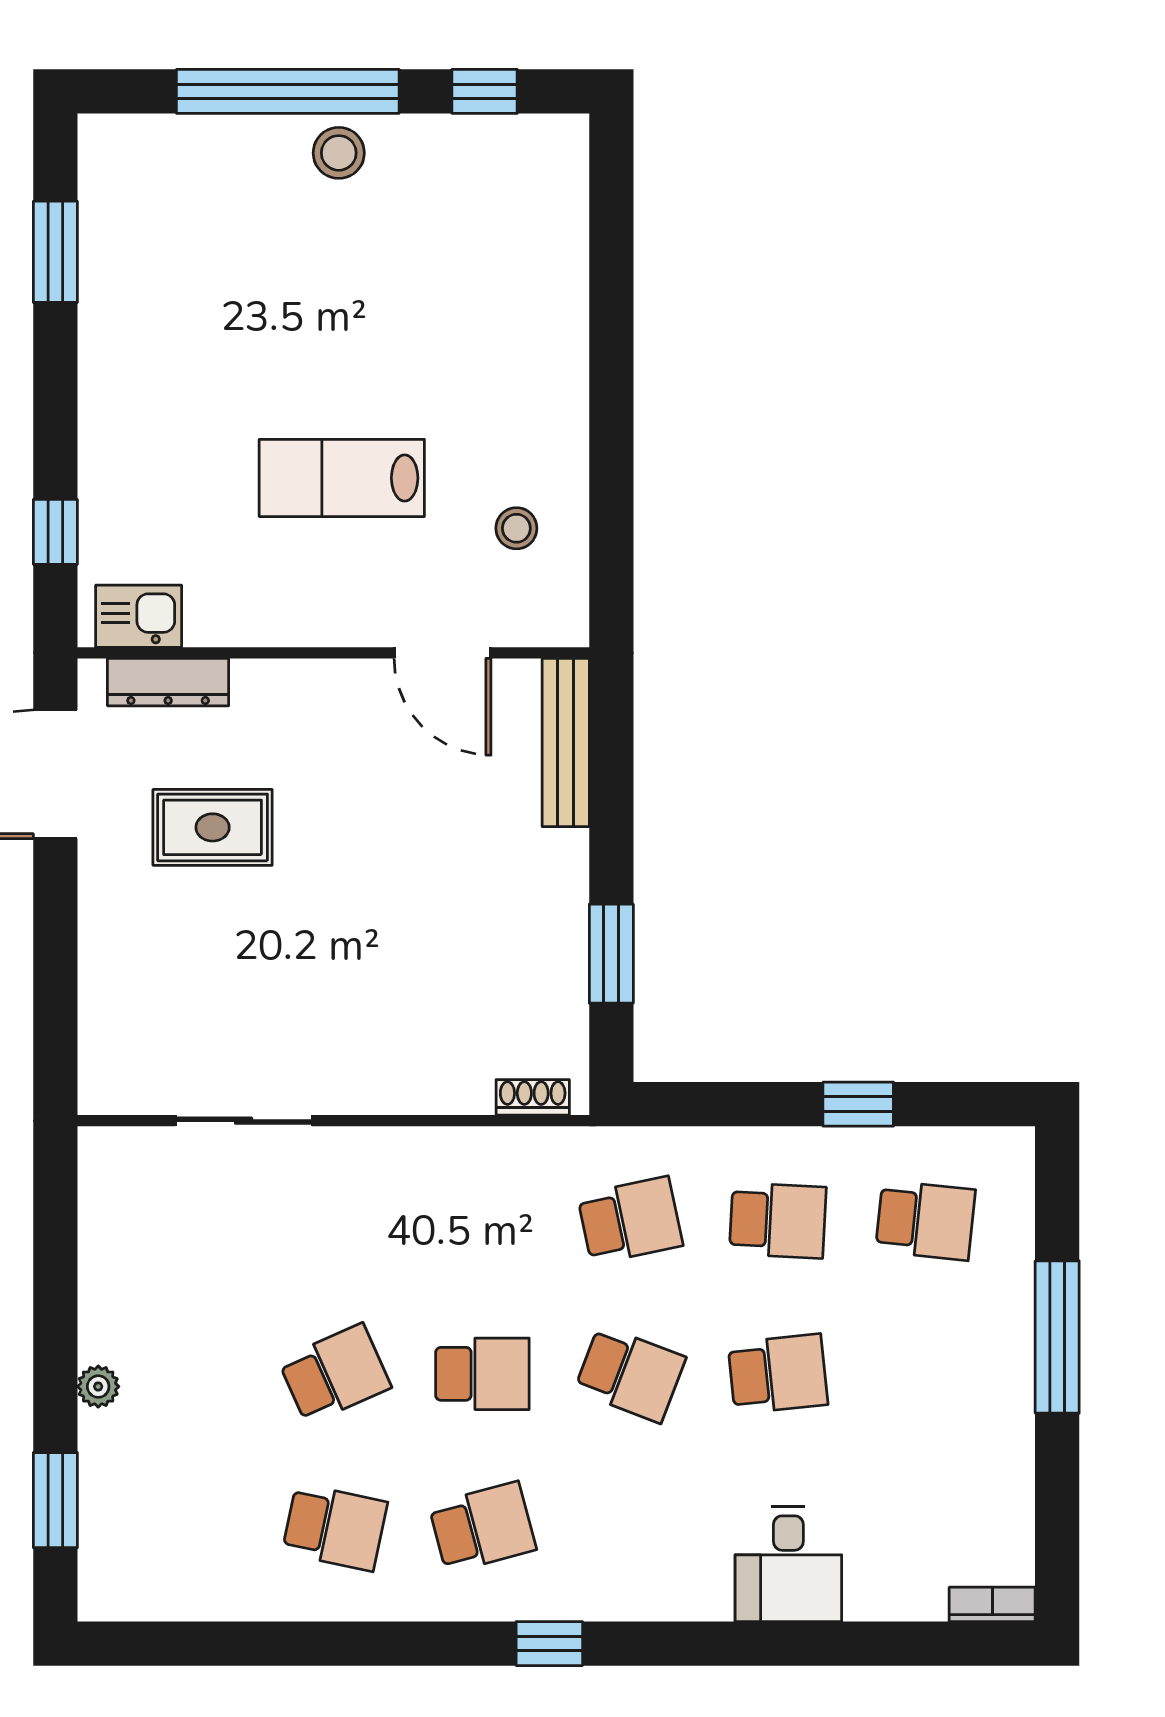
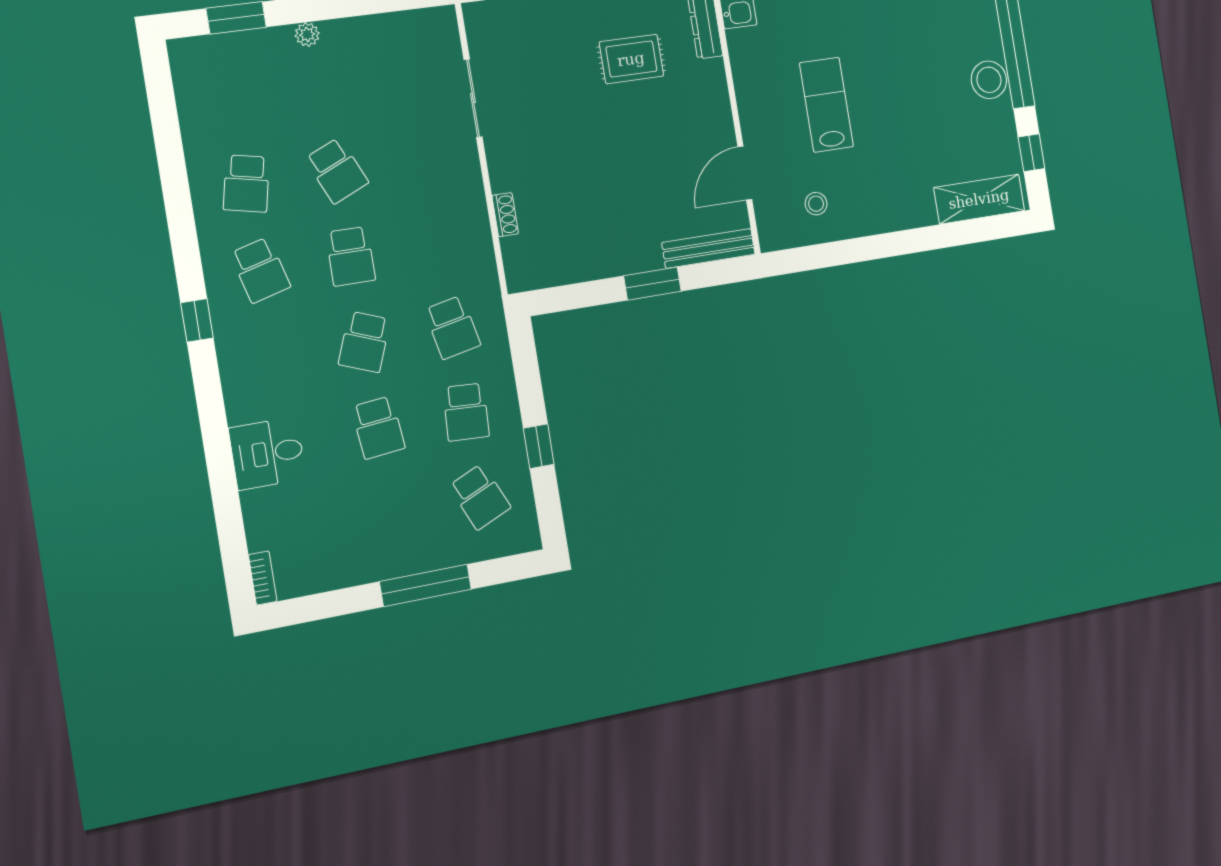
stool: (339, 153) -> (989, 80), width x1.38, depth x1.38
shelving: (555, 211) -> (979, 199), added
rug: (213, 827) -> (631, 59), turned 90
window: (611, 954) -> (653, 284), moved
shoe rack: (533, 1097) -> (505, 215), moved
school desk: (925, 1220) -> (480, 497), turned -30

